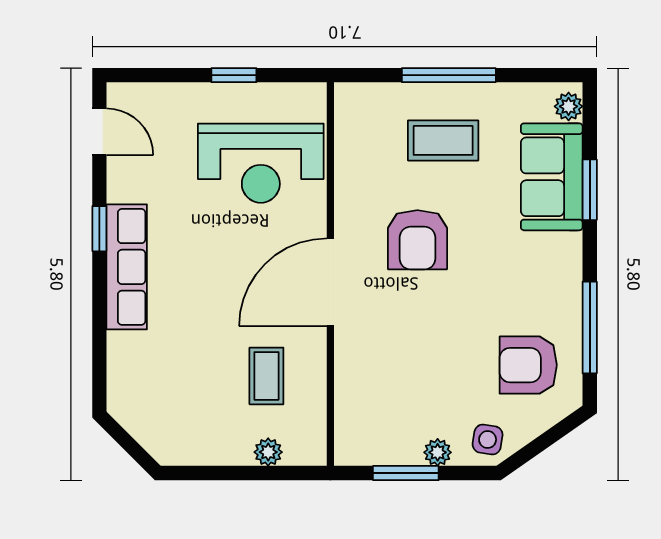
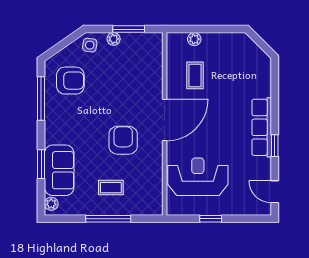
coffee table: (443, 140) -> (111, 188), width x0.73, depth x0.77

